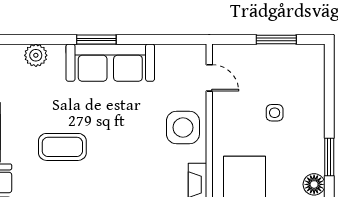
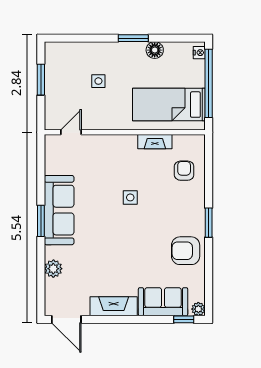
side table: (183, 127) -> (130, 197), moved, width x0.54, depth x0.54
coffee table: (62, 147) -> (125, 248), removed

